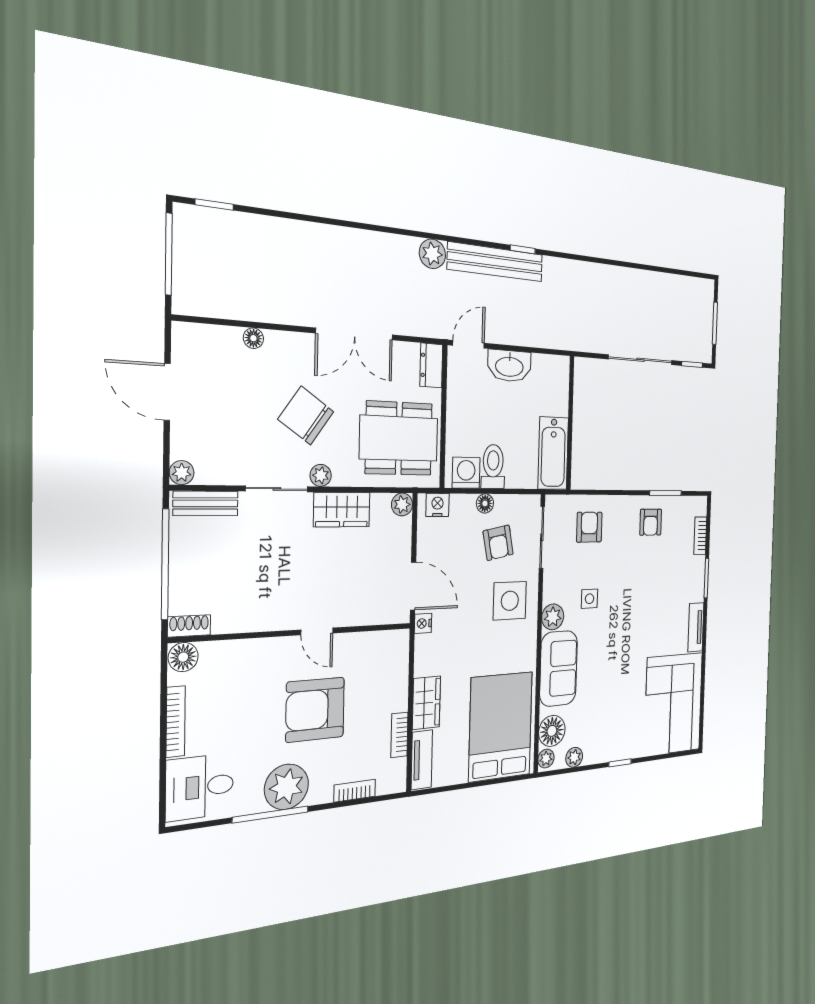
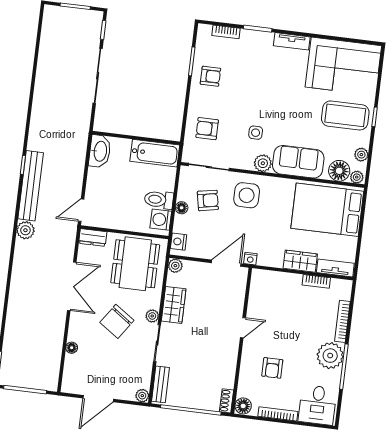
door: (469, 344) -> (81, 210), hinge flipped
washbasin: (509, 366) -> (100, 151), moved
armchair: (315, 710) -> (272, 368), moved, width x0.53, depth x0.53
coffee table: (619, 722) -> (345, 115), added
bookcase: (355, 791) -> (342, 321), width x1.56

